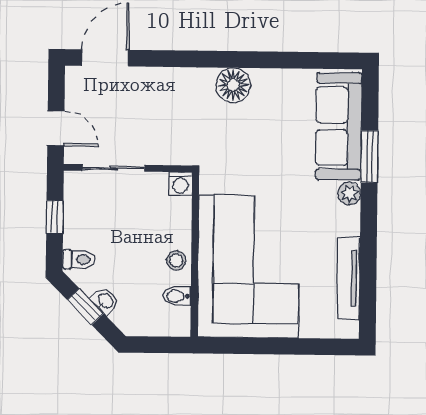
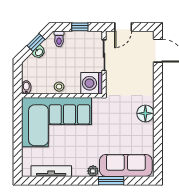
washing machine: (181, 184) -> (92, 83), width x1.89, depth x1.89
bidet: (177, 296) -> (26, 87), moved

